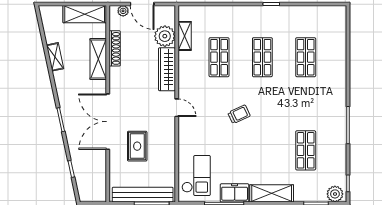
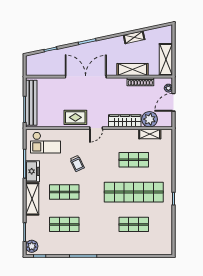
shop shelf: (262, 57) -> (134, 192), width x2.00, depth x1.36
trolley: (239, 114) -> (77, 164), moved
rug: (137, 146) -> (75, 117), moved
shop shelf: (262, 150) -> (64, 192), added

